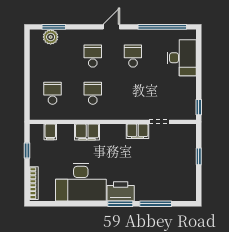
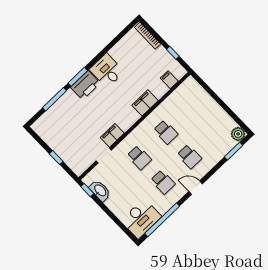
door: (111, 27) -> (196, 188), swing flipped
plant: (51, 37) -> (238, 134), moved
desk: (182, 58) -> (141, 219), moved, turned -90
school desk: (52, 93) -> (139, 158), moved
washbasin: (189, 97) -> (100, 191), added
desk: (81, 182) -> (107, 71), width x0.53, depth x0.77

